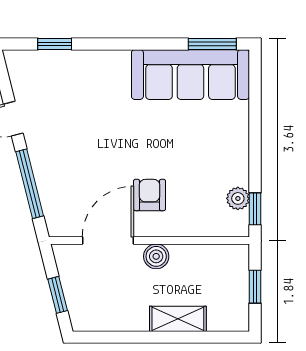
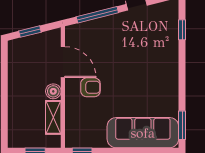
sofa: (190, 75) -> (143, 133), moved, turned 90
plant: (238, 198) -> (88, 141), removed
shelving: (178, 319) -> (53, 117), moved

